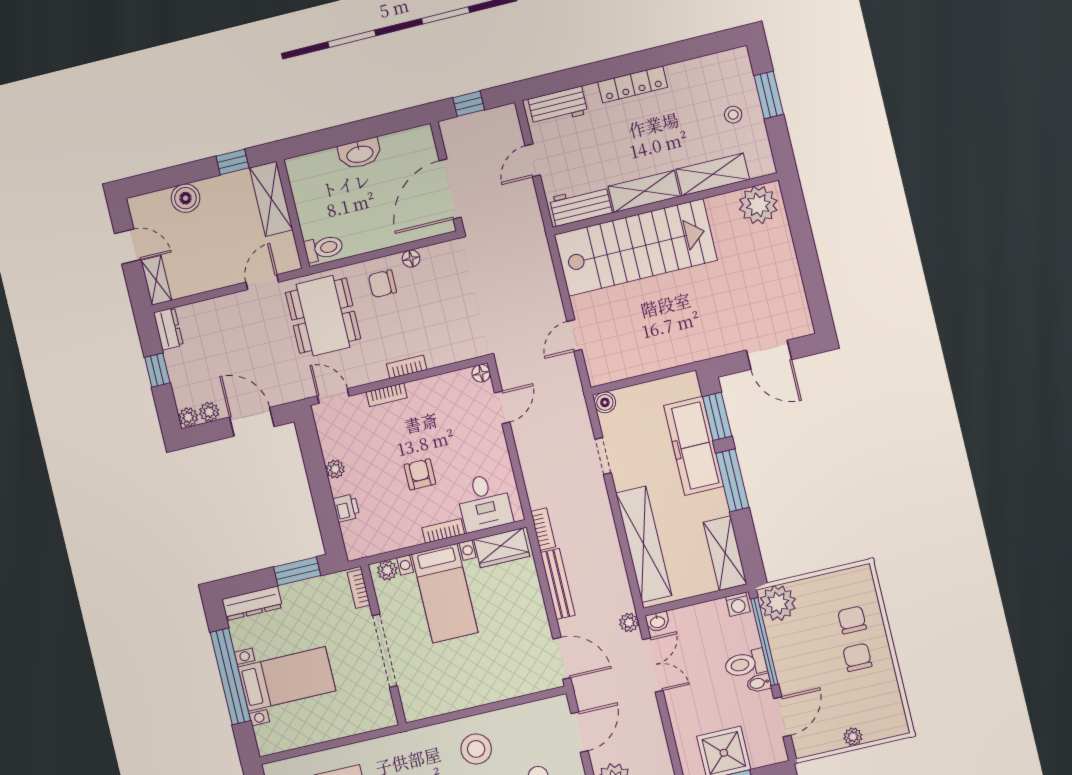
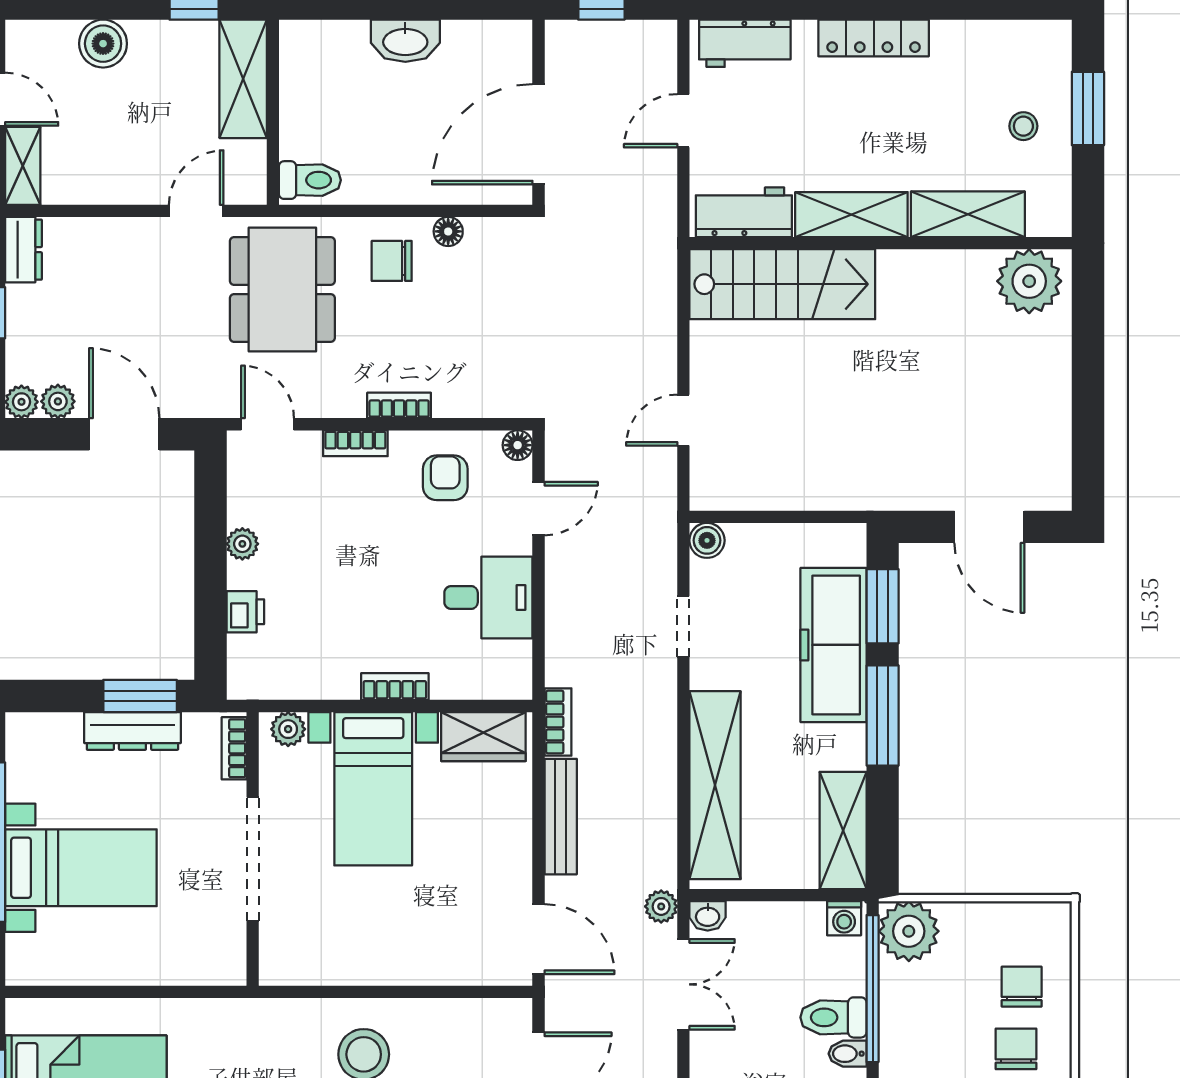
stairs: (636, 247) -> (782, 284), width x0.73, depth x0.66
armchair: (420, 474) -> (445, 478), moved
desk: (484, 502) -> (488, 598), moved, turned -90
dresser: (252, 603) -> (132, 731), moved

